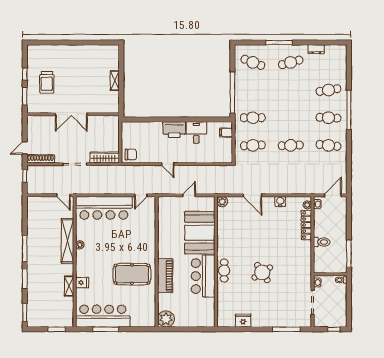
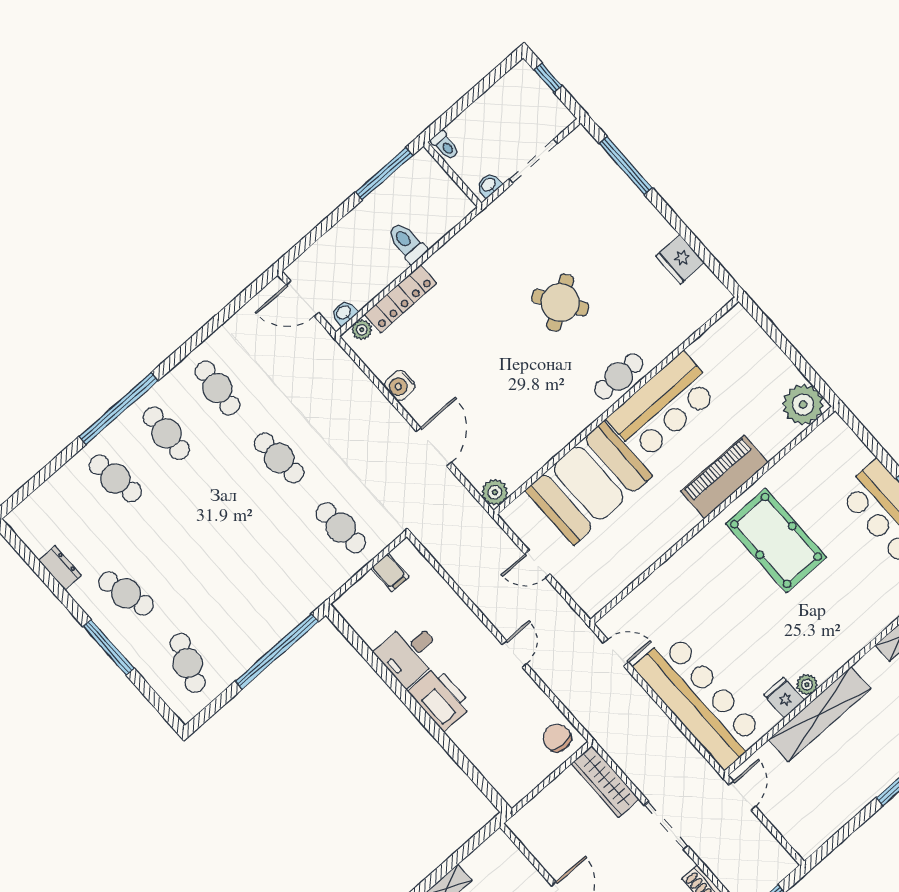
cafe table: (253, 118) -> (290, 573), removed
filing cabinet: (226, 133) -> (390, 572), moved
fridge: (82, 283) -> (784, 698), moved

